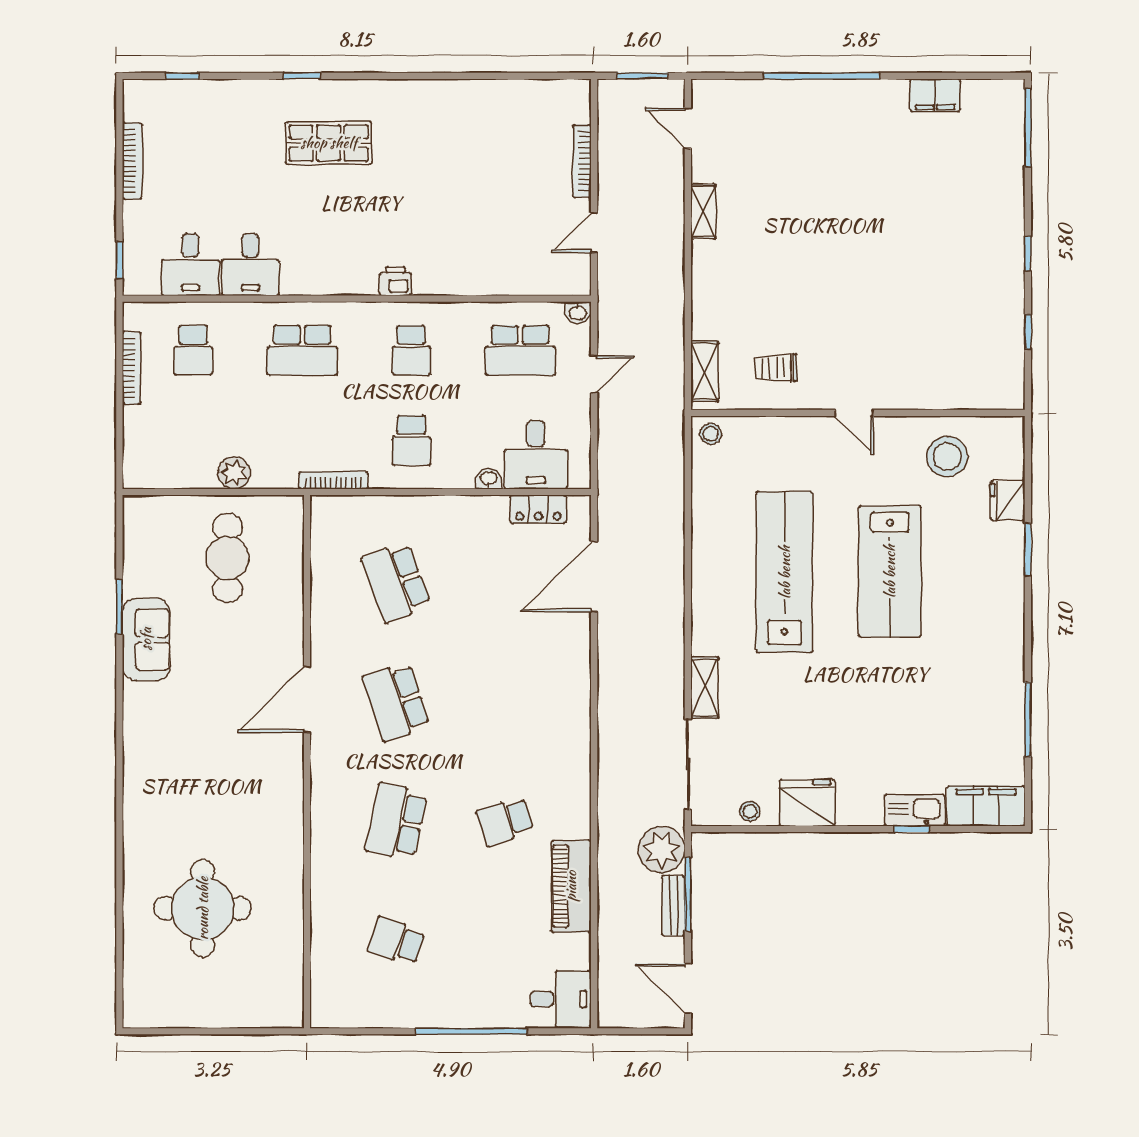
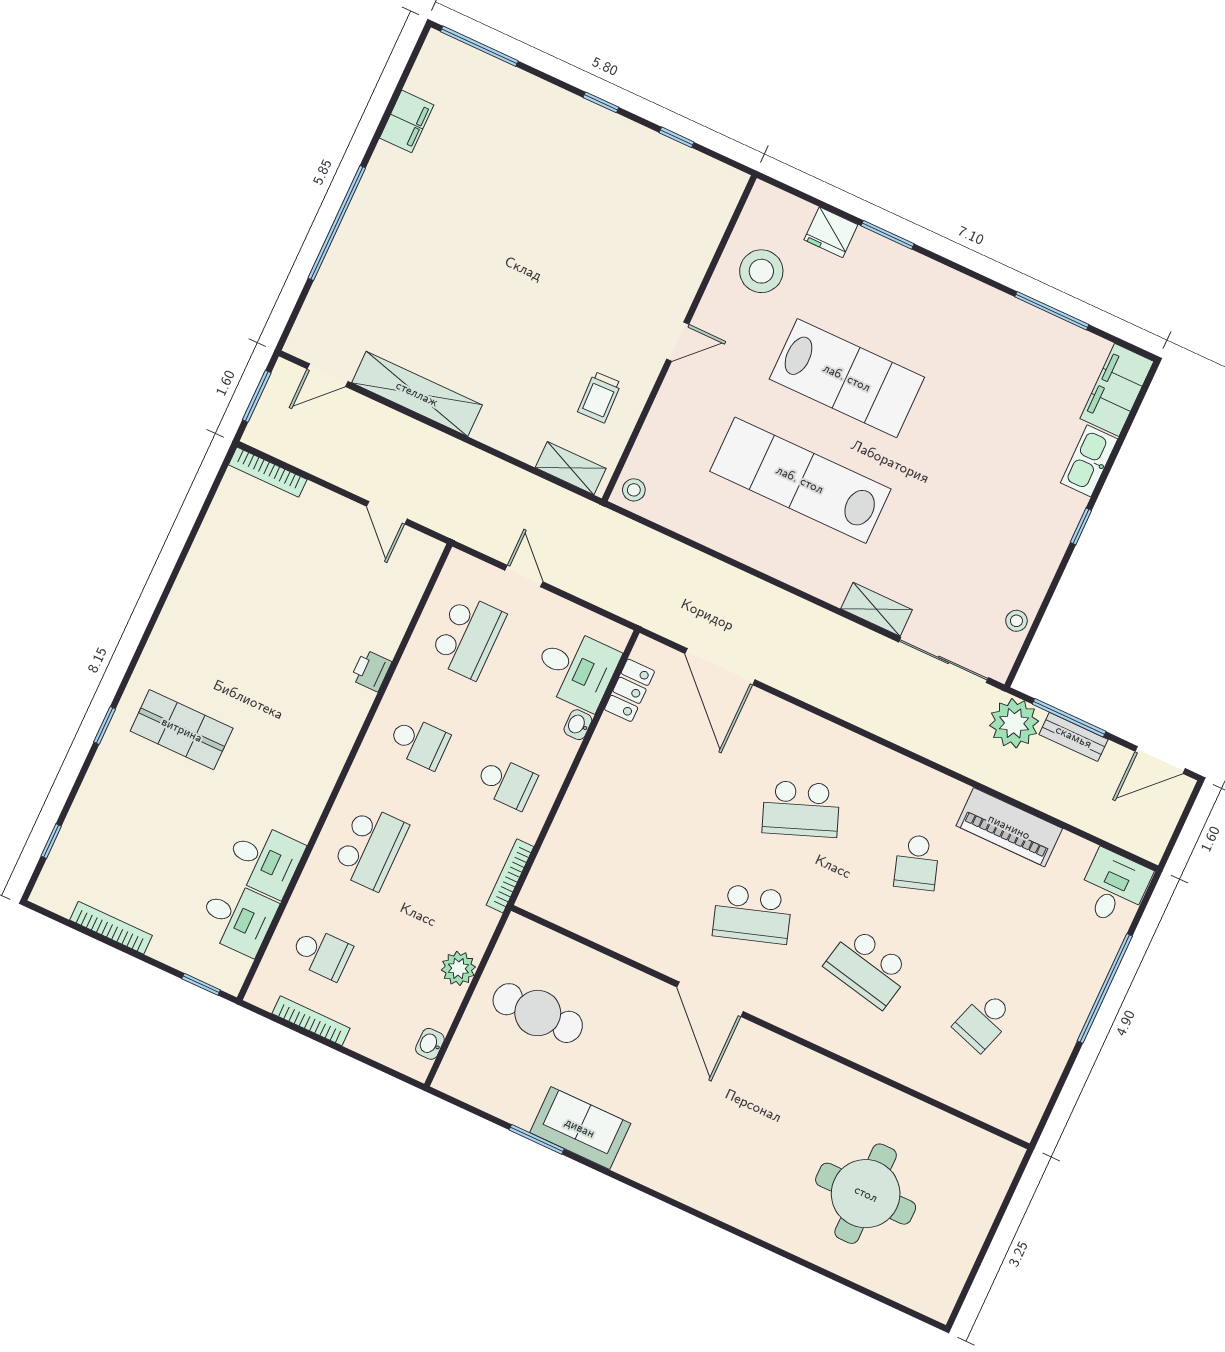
shop shelf: (329, 143) -> (182, 730), turned 90
bookcase: (582, 161) -> (268, 472), moved
shelving: (703, 211) -> (417, 394), width x2.20, depth x1.33
printer: (396, 281) -> (371, 671), moved
washbasin: (578, 312) -> (430, 1044), moved, turned 180
school desk: (396, 582) -> (801, 809), moved
fridge: (807, 803) -> (1034, 561), removed
window: (912, 829) -> (1081, 526), moved

